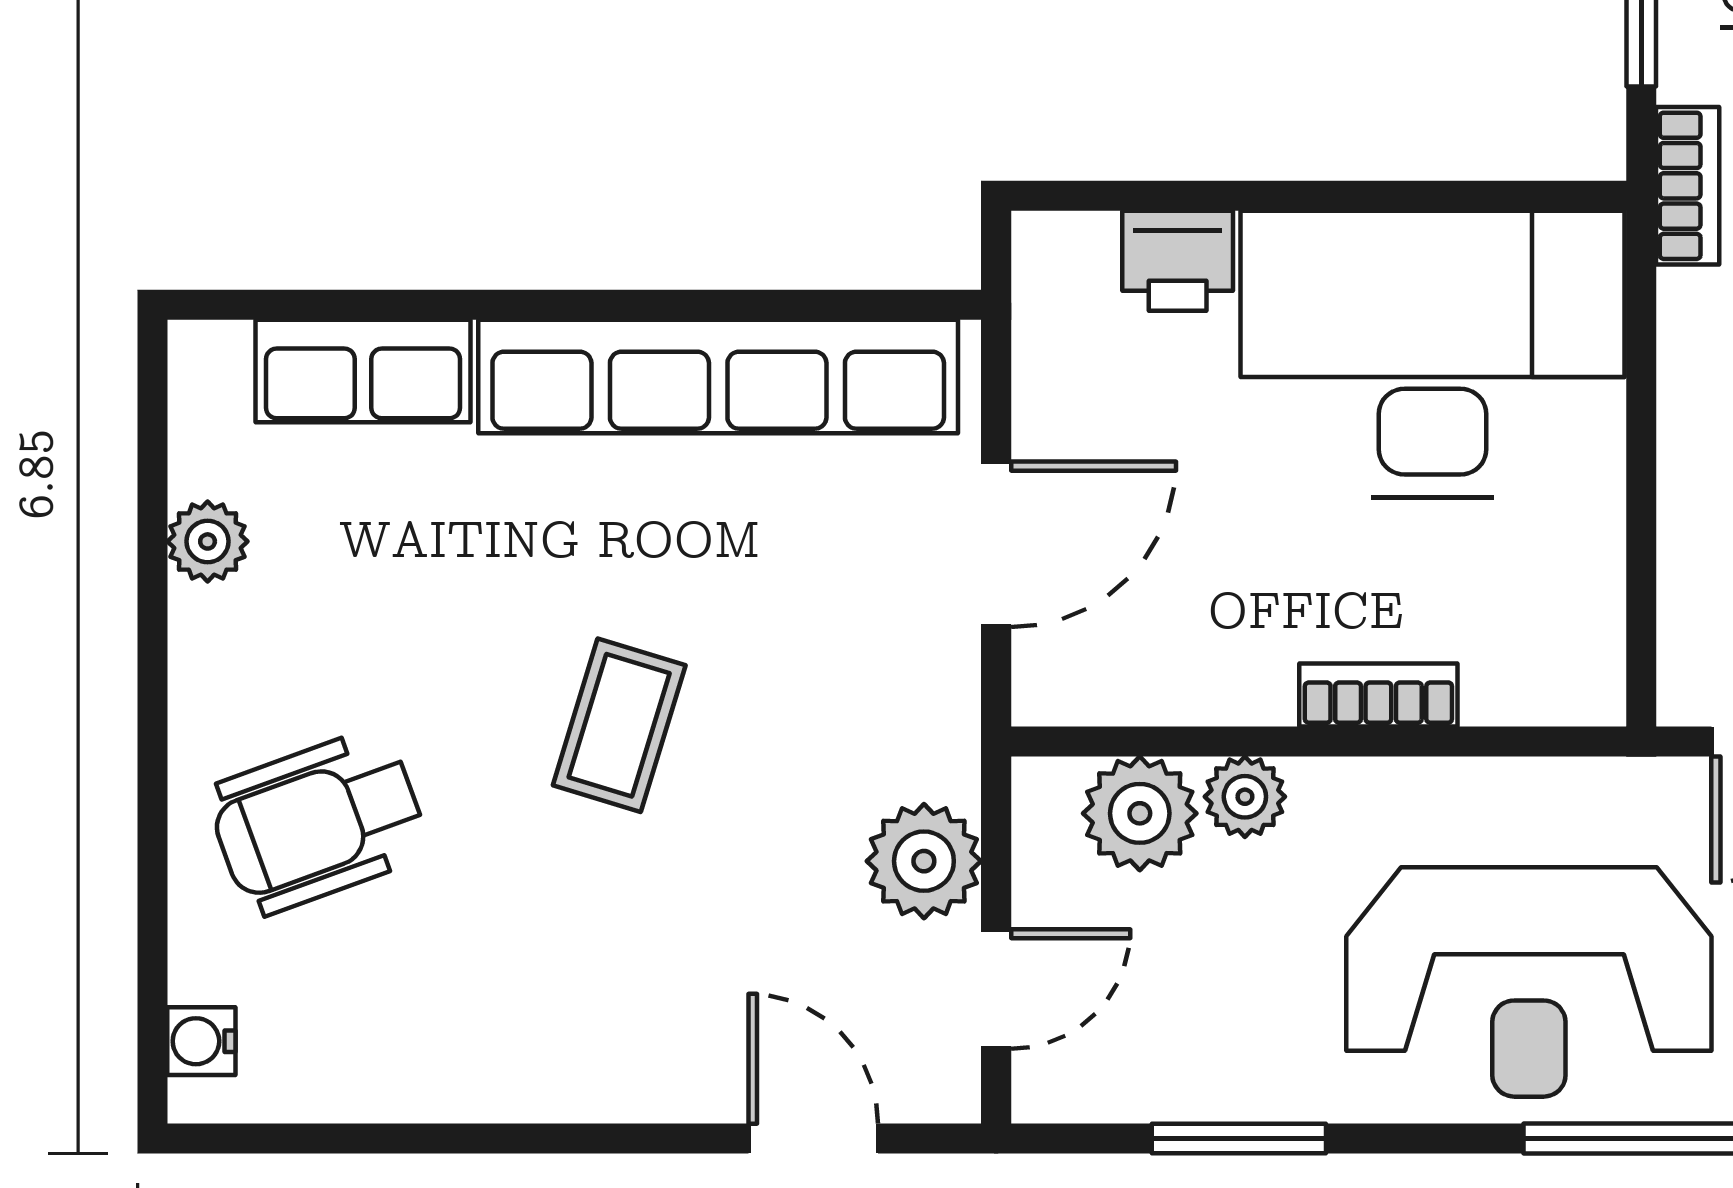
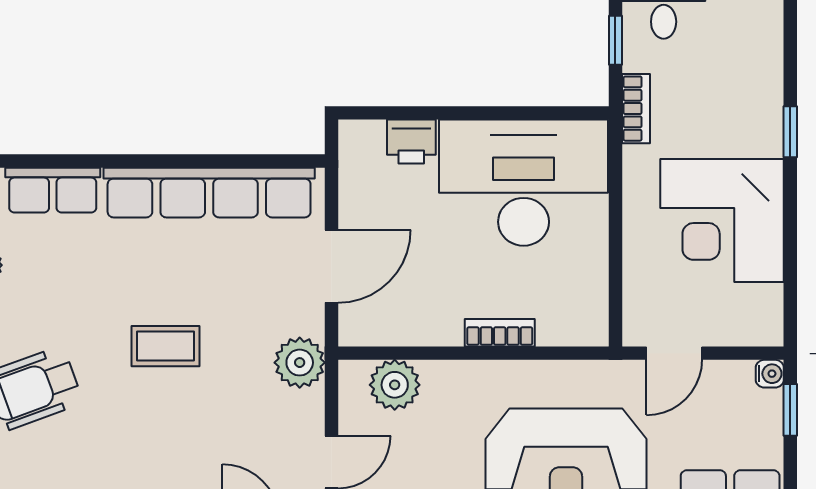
coffee table: (619, 725) -> (166, 346), turned 73
plant: (1245, 797) -> (441, 377), removed
plant: (924, 861) -> (300, 363), moved

